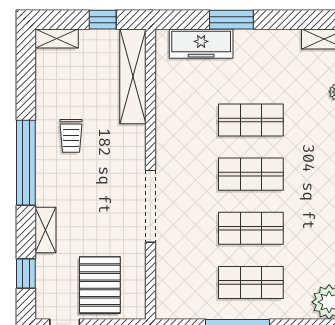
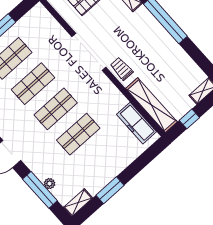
window: (231, 20) -> (110, 190), moved
freezer: (201, 44) -> (137, 123), moved, turned -90
trolley: (71, 136) -> (122, 69), moved

